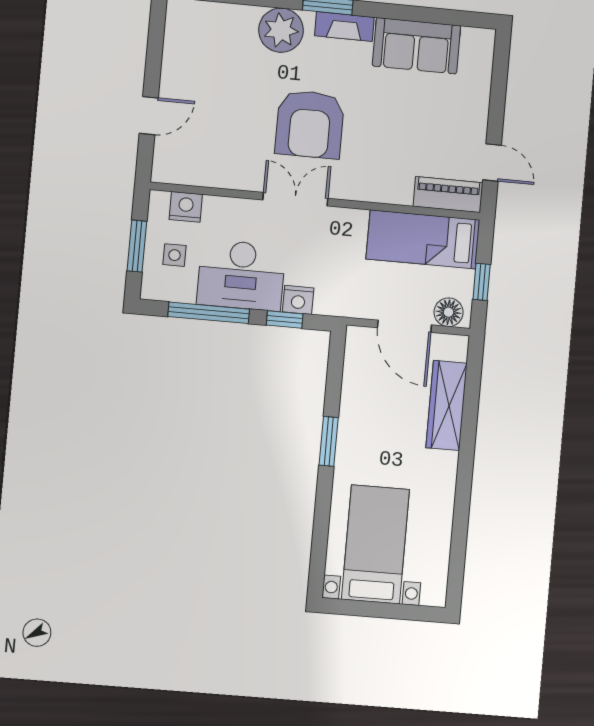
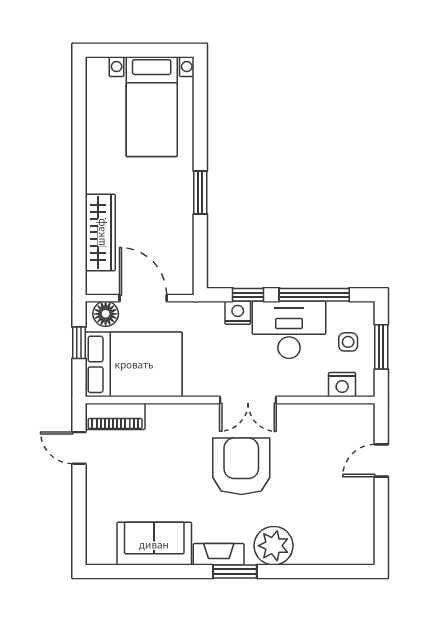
bed: (423, 239) -> (134, 364), width x1.50

